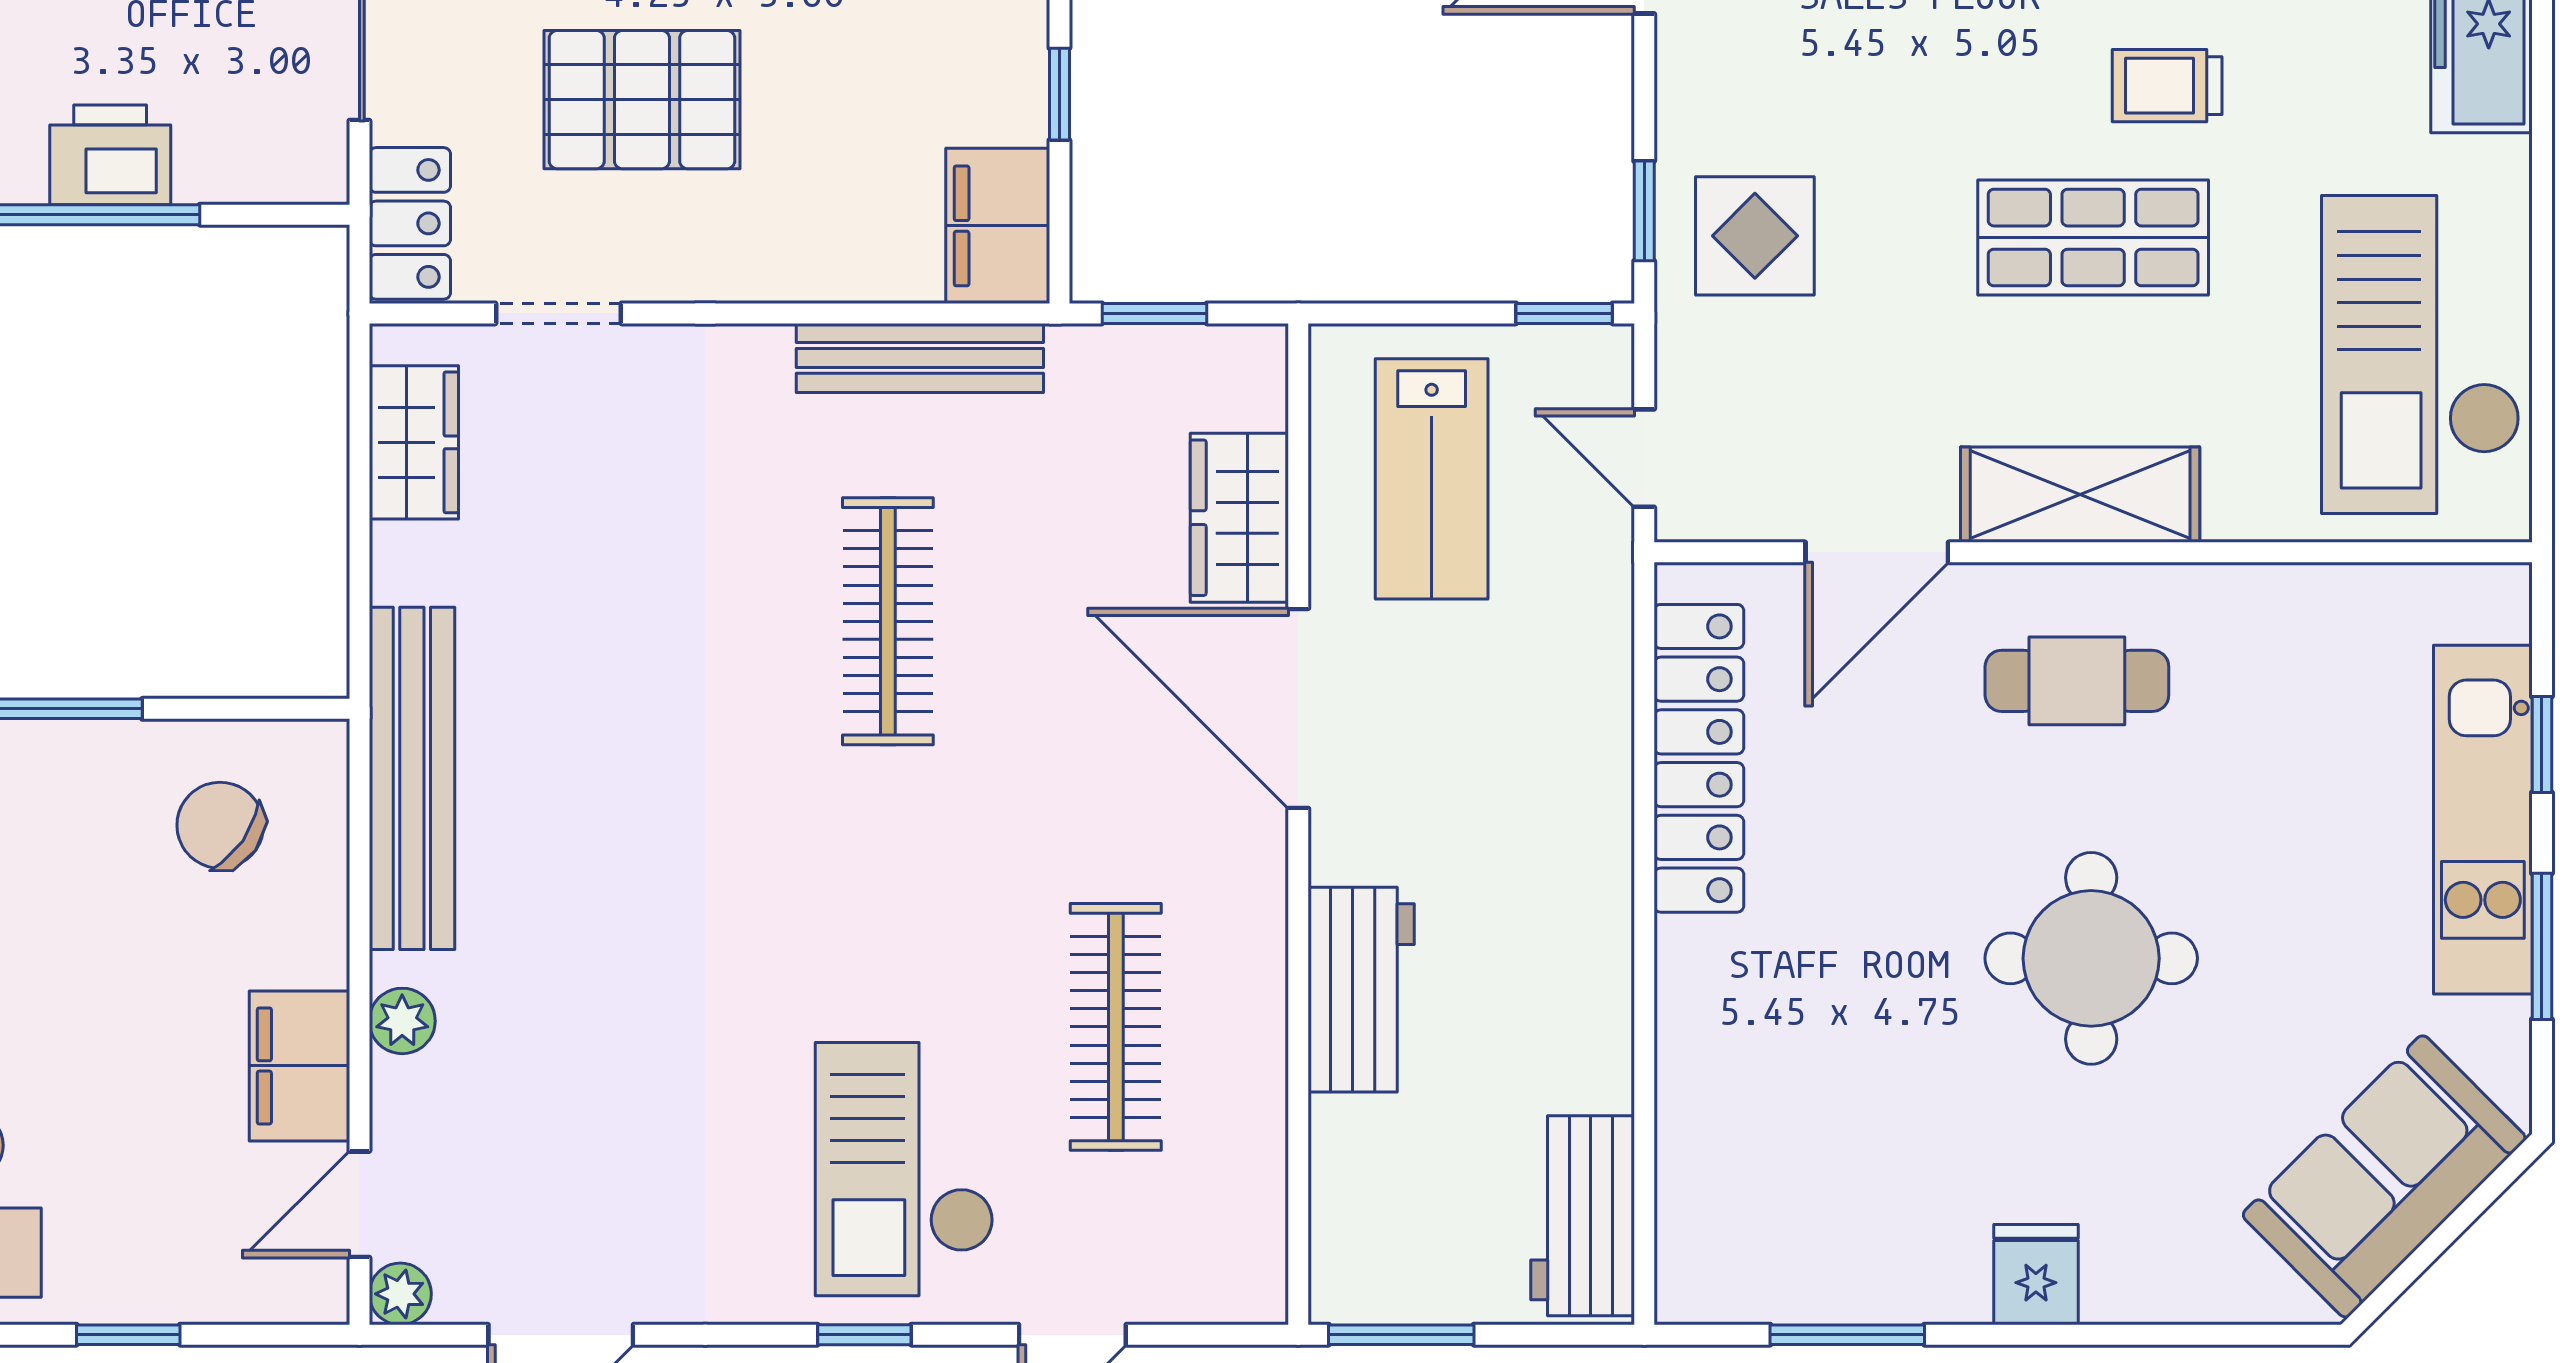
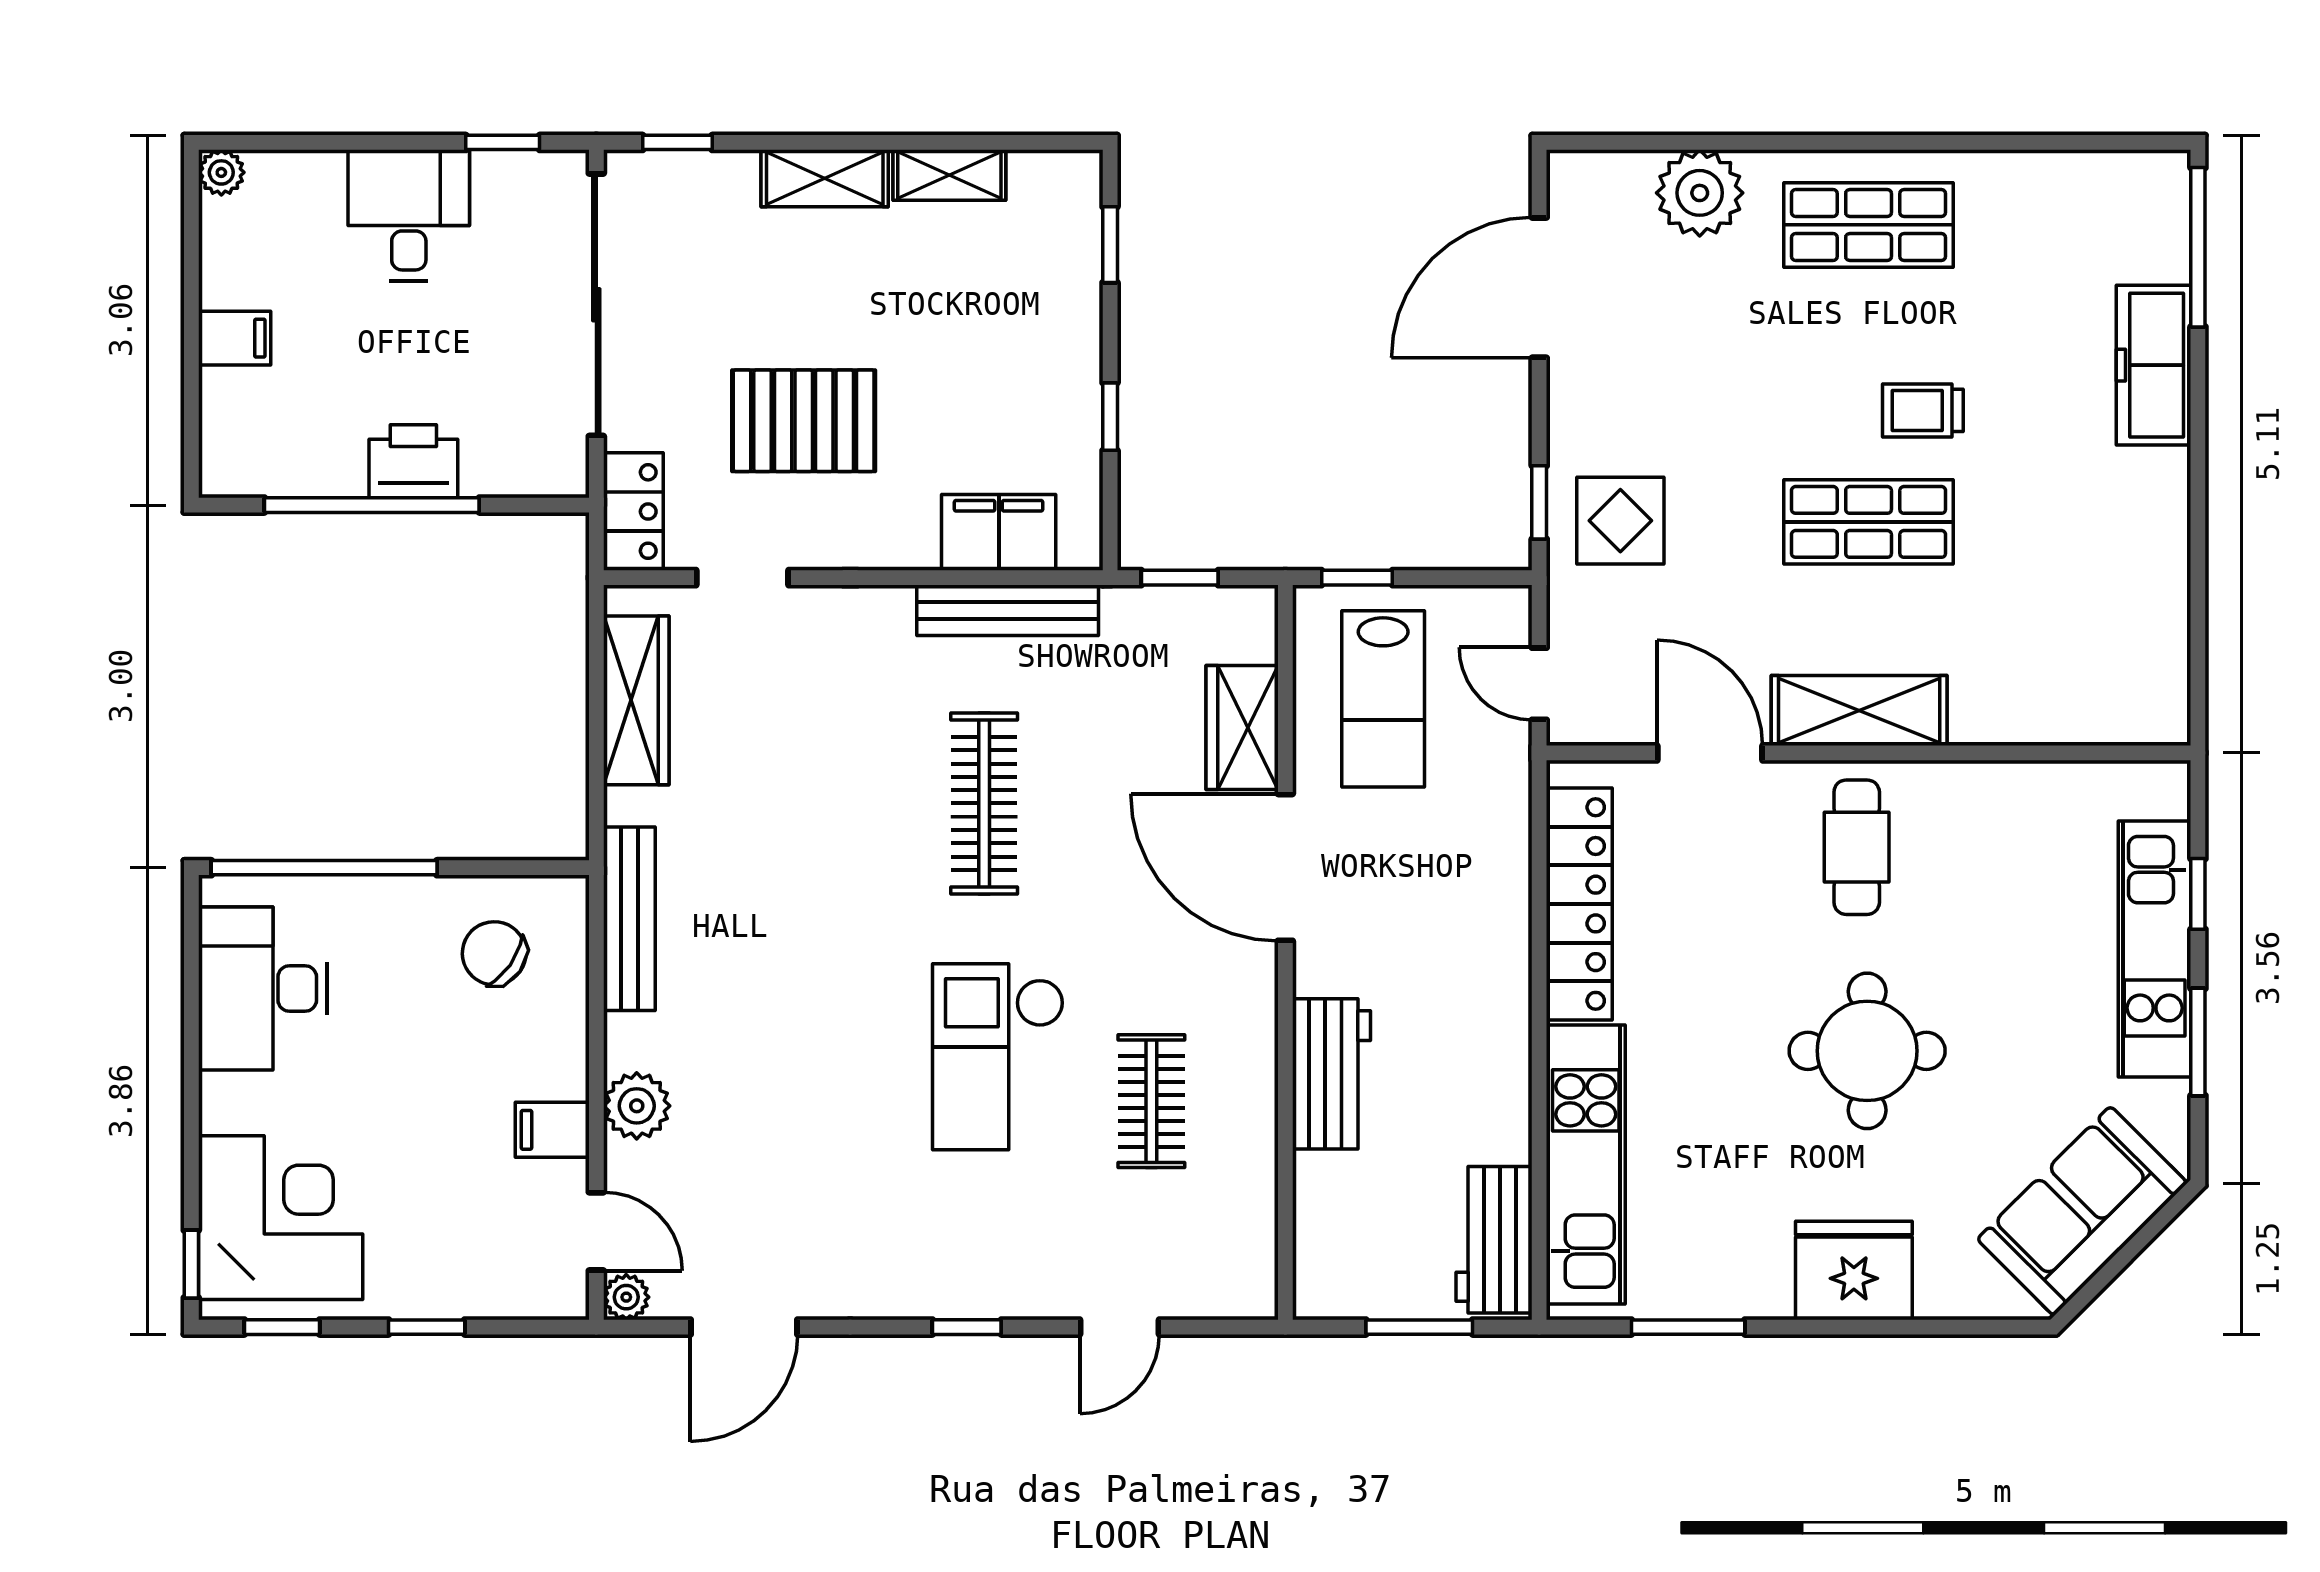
filing cabinet: (998, 226) -> (999, 532), moved, turned 90
window: (1564, 313) -> (1357, 578), moved
checkout: (2421, 355) -> (2109, 608), removed
wardrobe: (414, 442) -> (636, 700), width x1.50
door: (1877, 552) -> (1710, 753), swing flipped
cafe table: (2077, 681) -> (1857, 847), turned 90
bench: (412, 778) -> (629, 919), width x0.73, depth x0.82
plant: (402, 1021) -> (637, 1106), width x1.38, depth x1.38
clothes rail: (1116, 1027) -> (1151, 1101), width x0.73
filing cabinet: (299, 1066) -> (552, 1130), width x0.50
kitchen unit: (1708, 1113) -> (1586, 1165), added
checkout: (905, 1169) -> (998, 1057), moved
door: (359, 1204) -> (596, 1231), swing flipped
fridge: (2036, 1275) -> (1854, 1270), width x1.88, depth x1.34
window: (1401, 1335) -> (1419, 1327), moved

